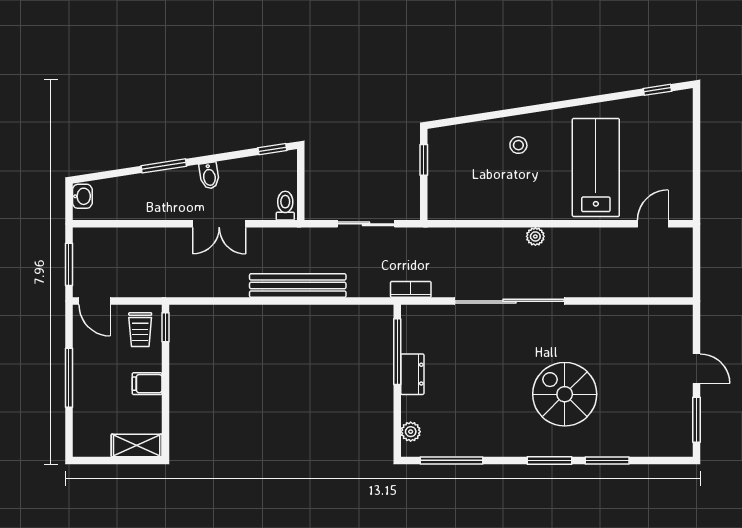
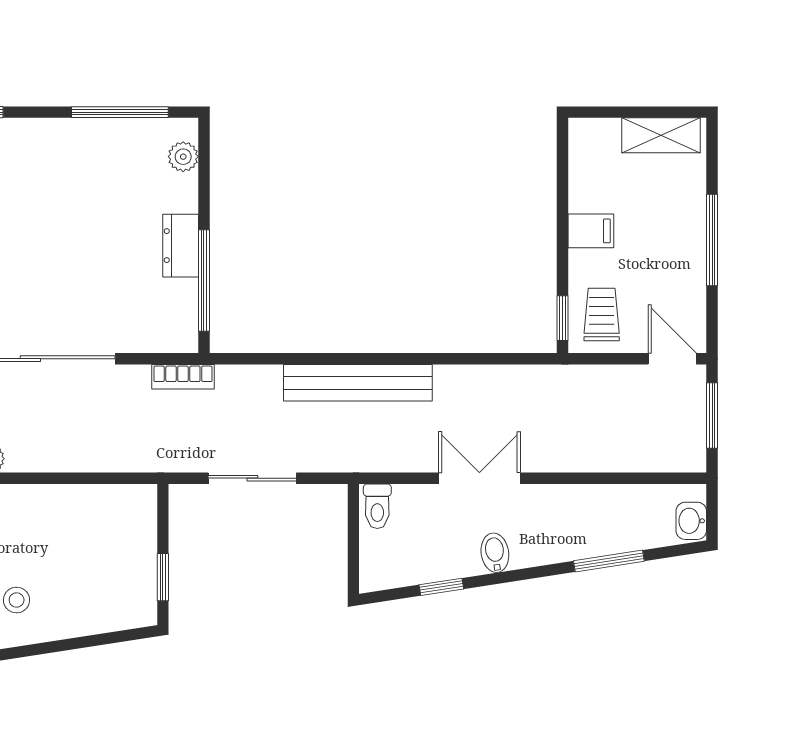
window: (272, 149) -> (441, 587), moved
window: (164, 166) -> (609, 561), moved
shelving: (137, 445) -> (661, 135), moved

